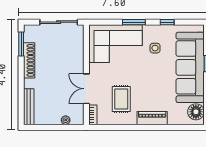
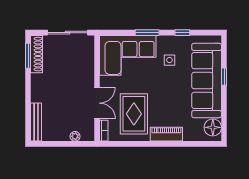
shoe rack: (29, 60) -> (36, 54), moved
double door: (86, 89) -> (97, 103), swing flipped
rug: (121, 99) -> (134, 114), width x1.36, depth x1.43

